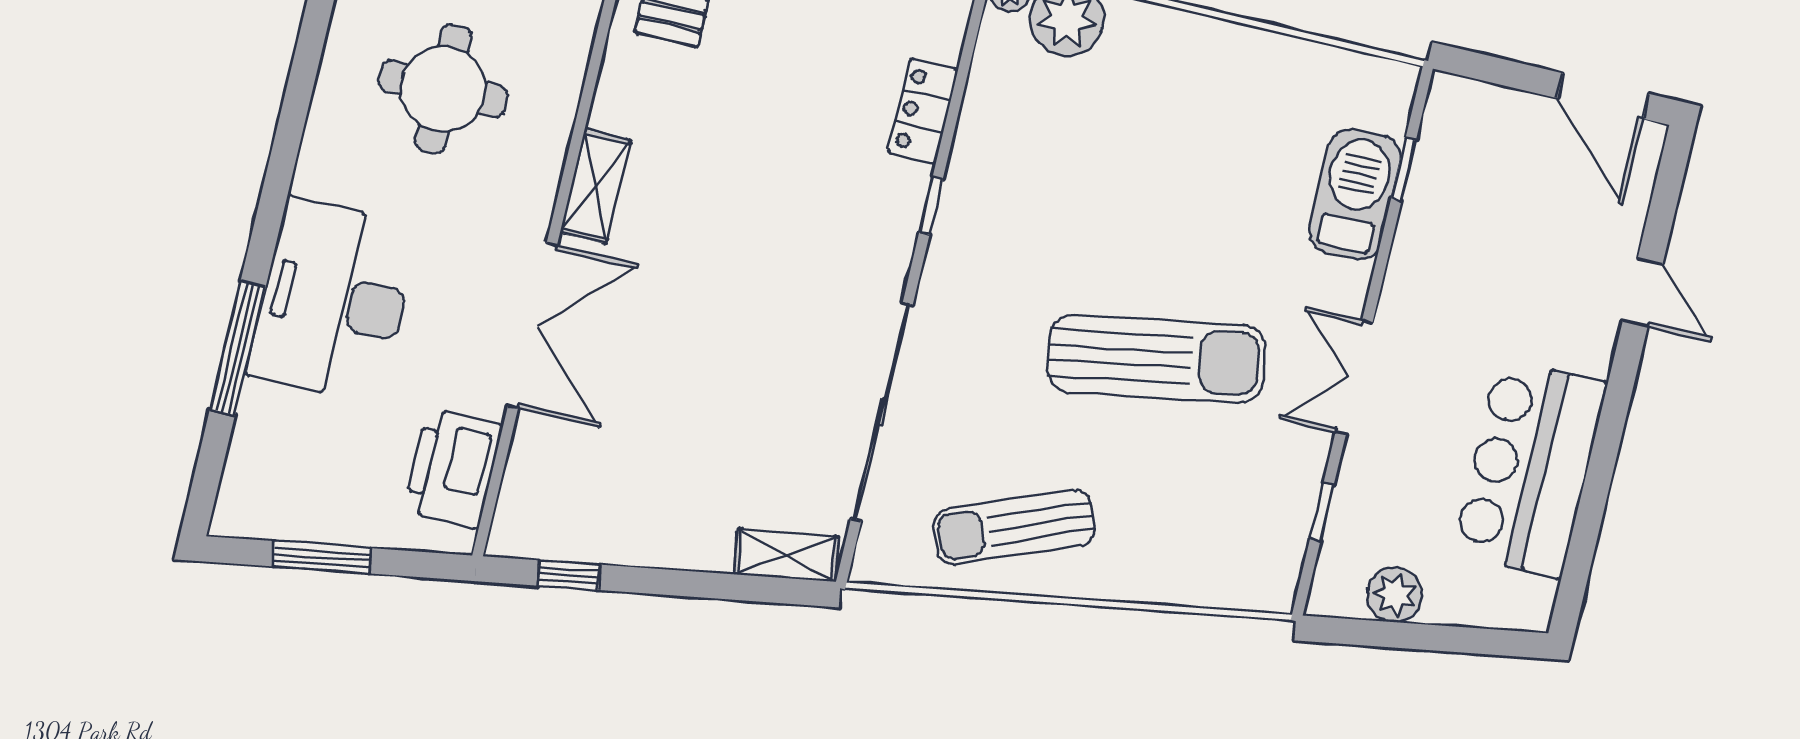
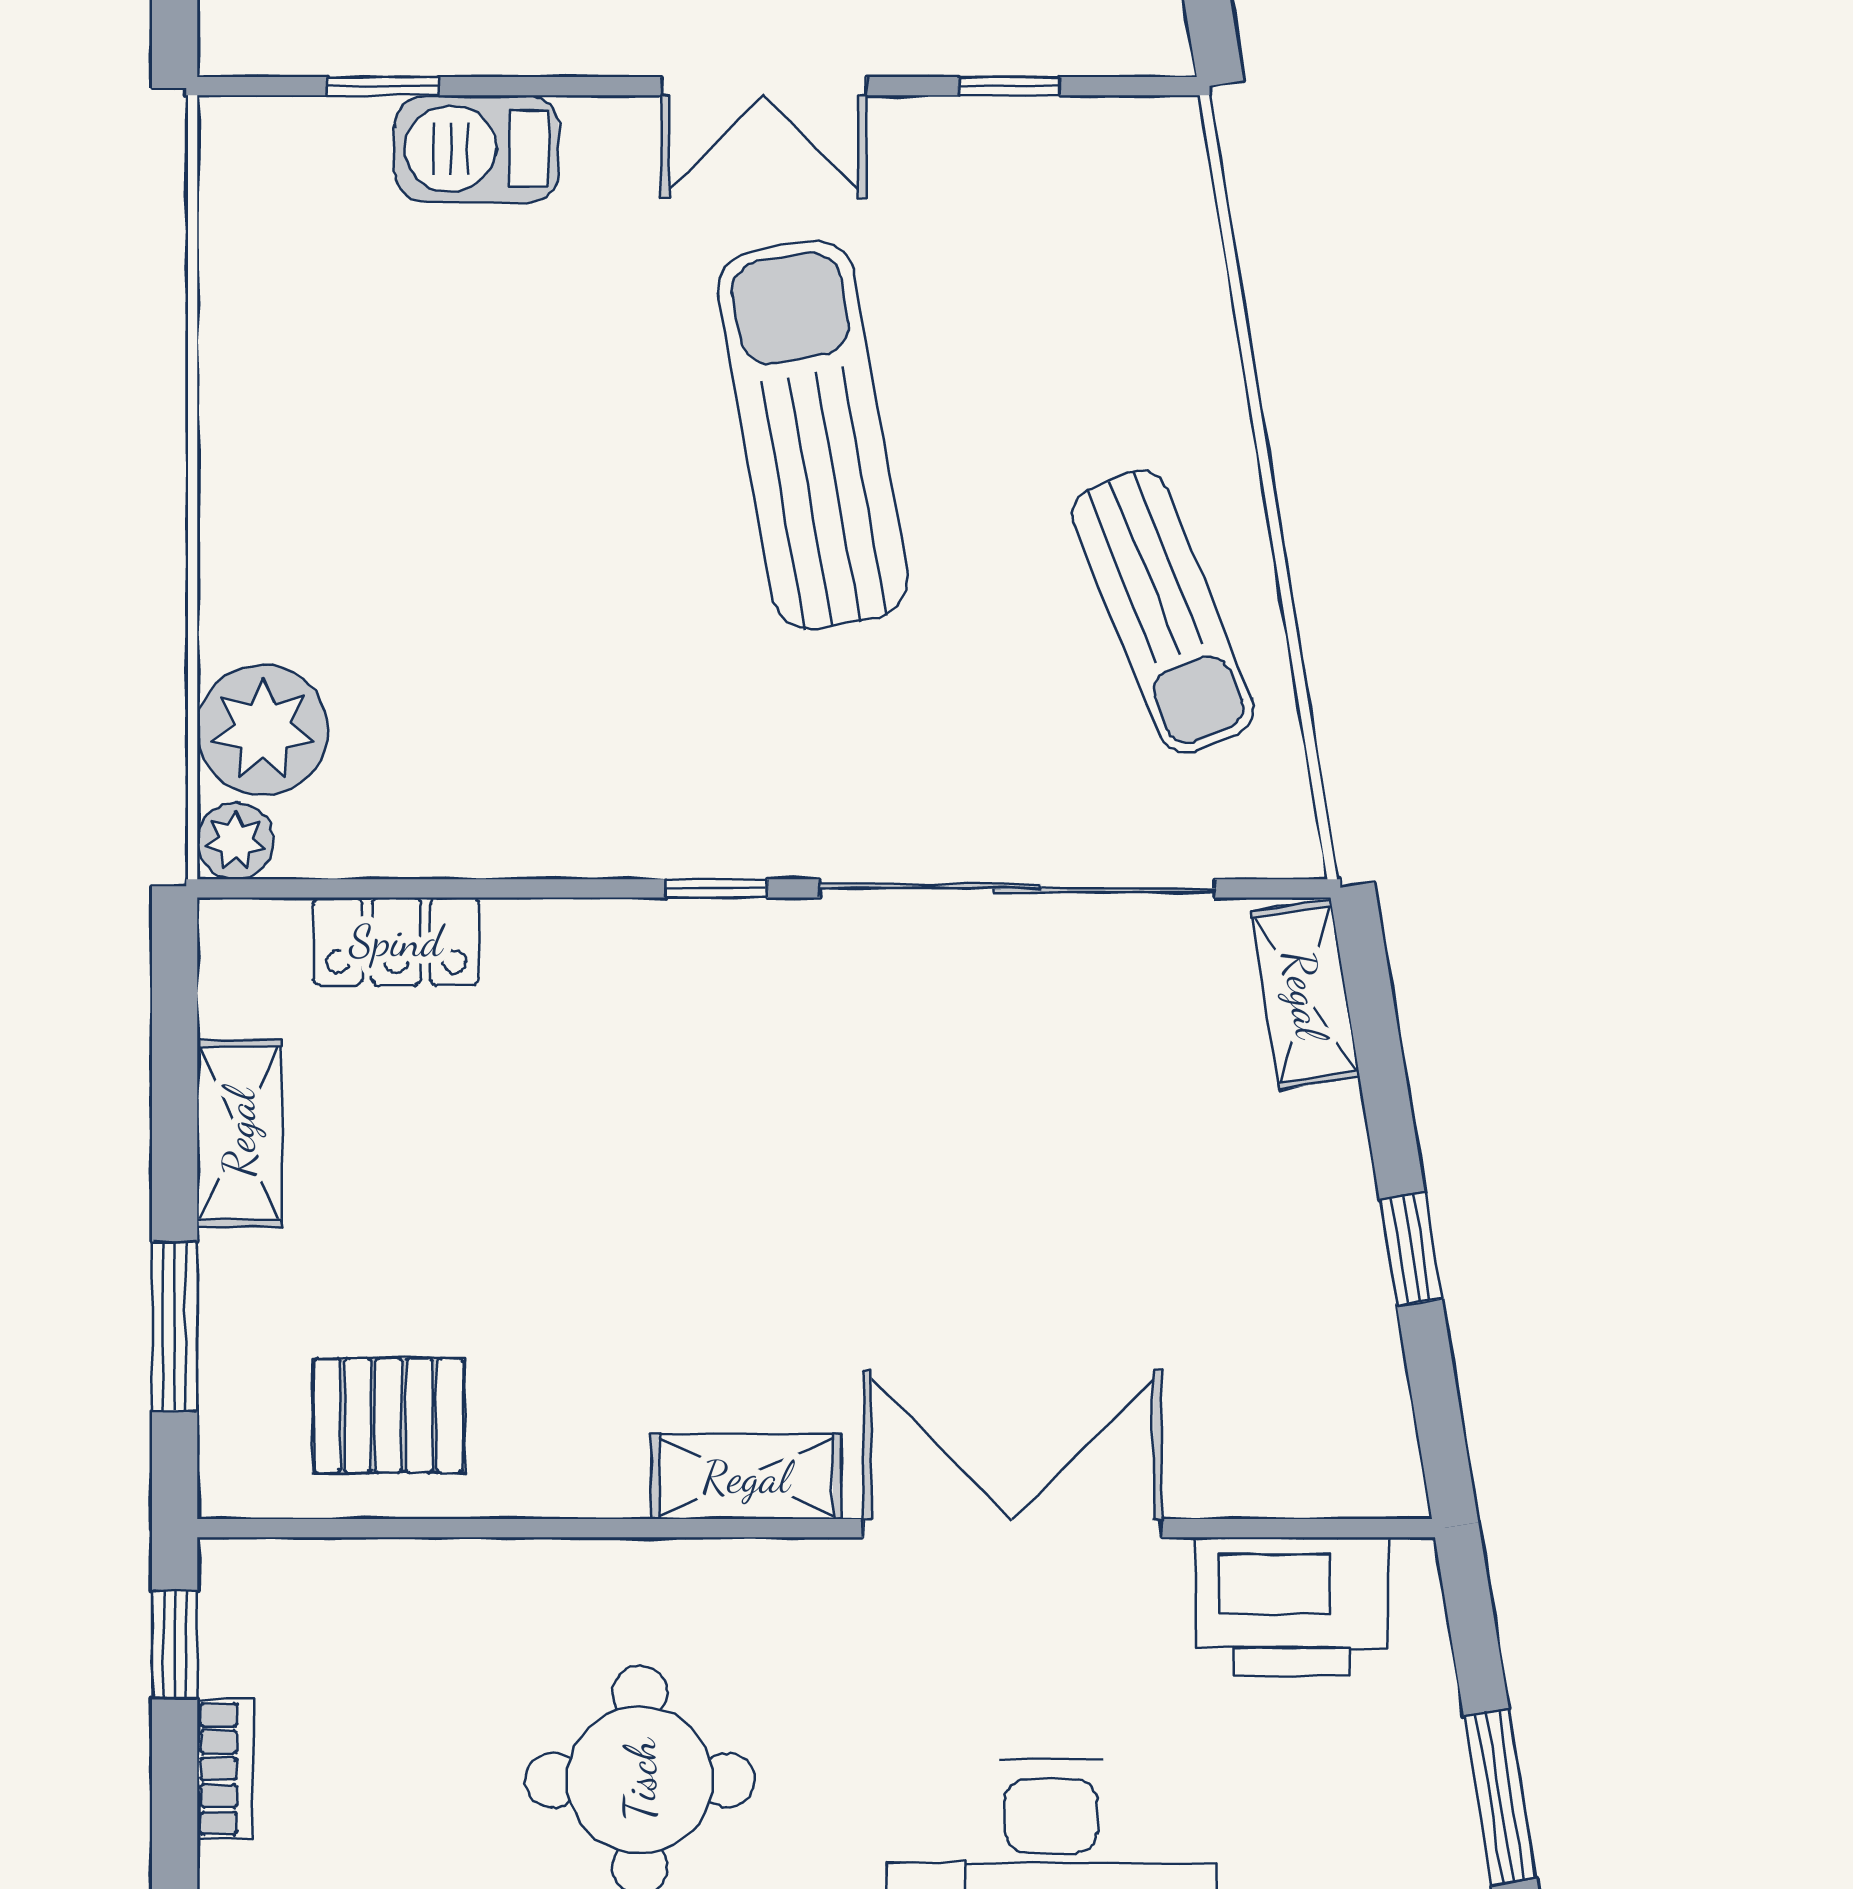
locker: (923, 111) -> (396, 941), moved
barbecue: (1355, 194) -> (476, 149), width x0.73, depth x0.83
window: (931, 205) -> (716, 888), moved
window: (569, 575) -> (1411, 1249), moved

